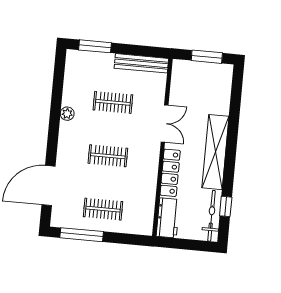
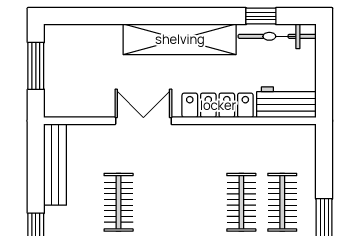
clothes rail: (108, 156) -> (241, 202), moved

